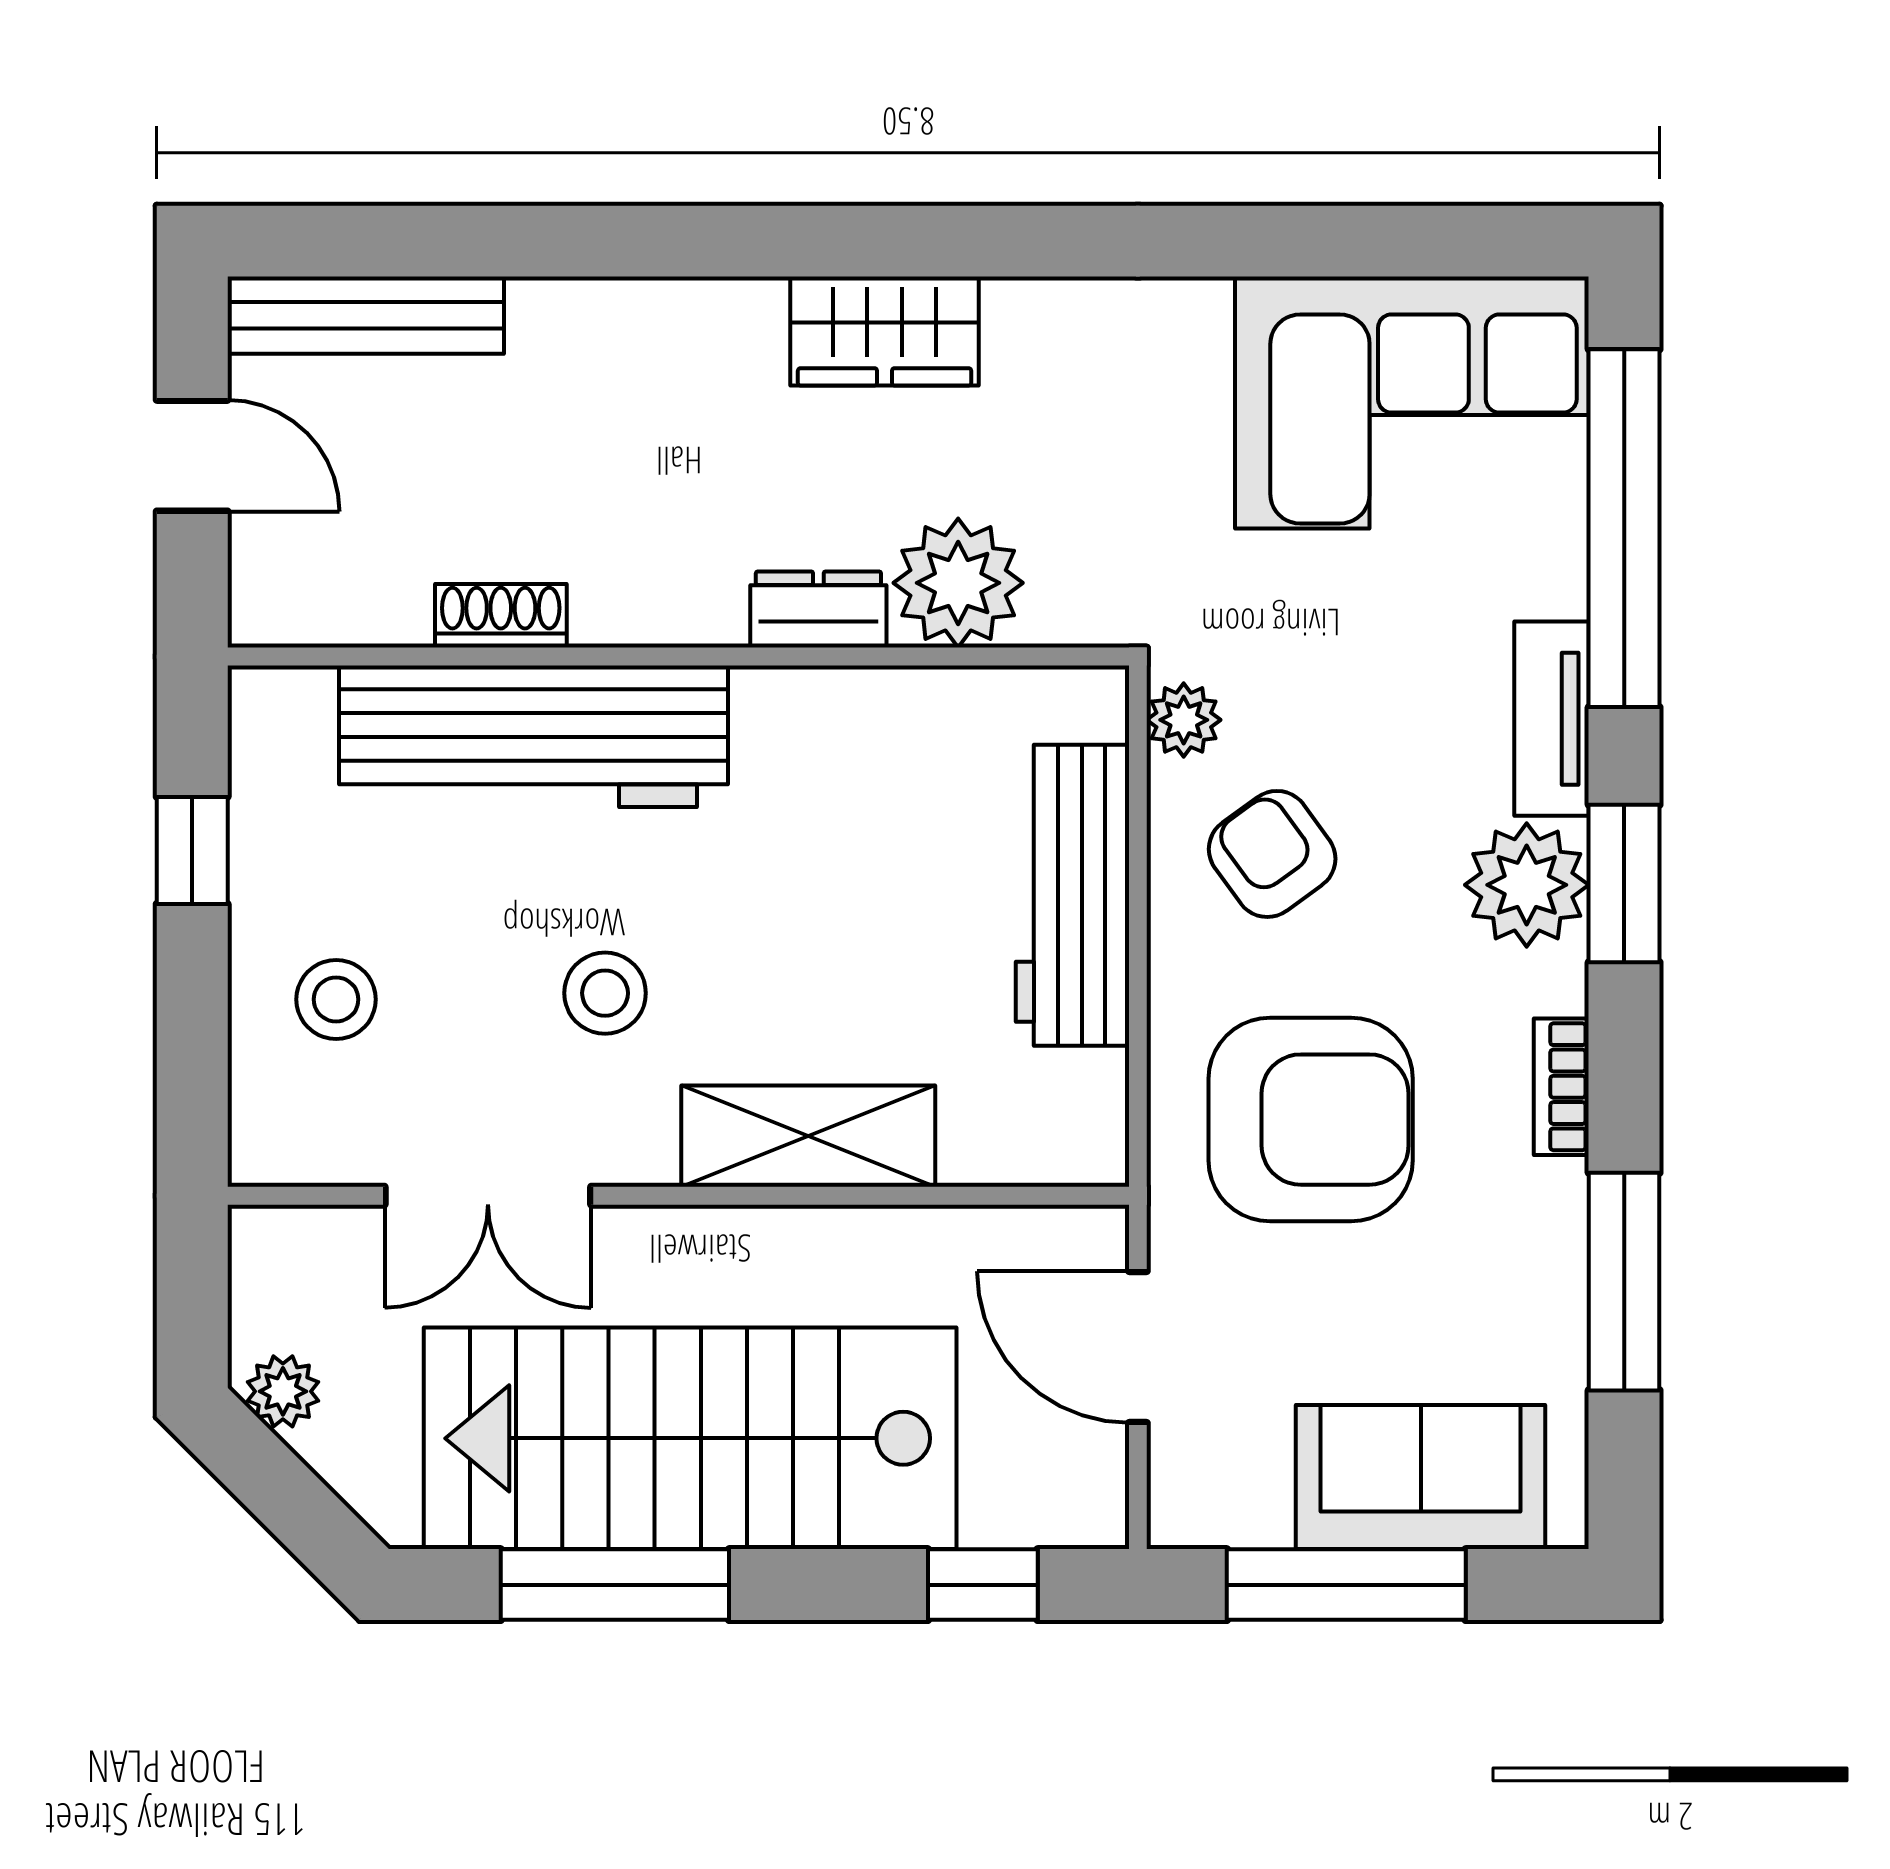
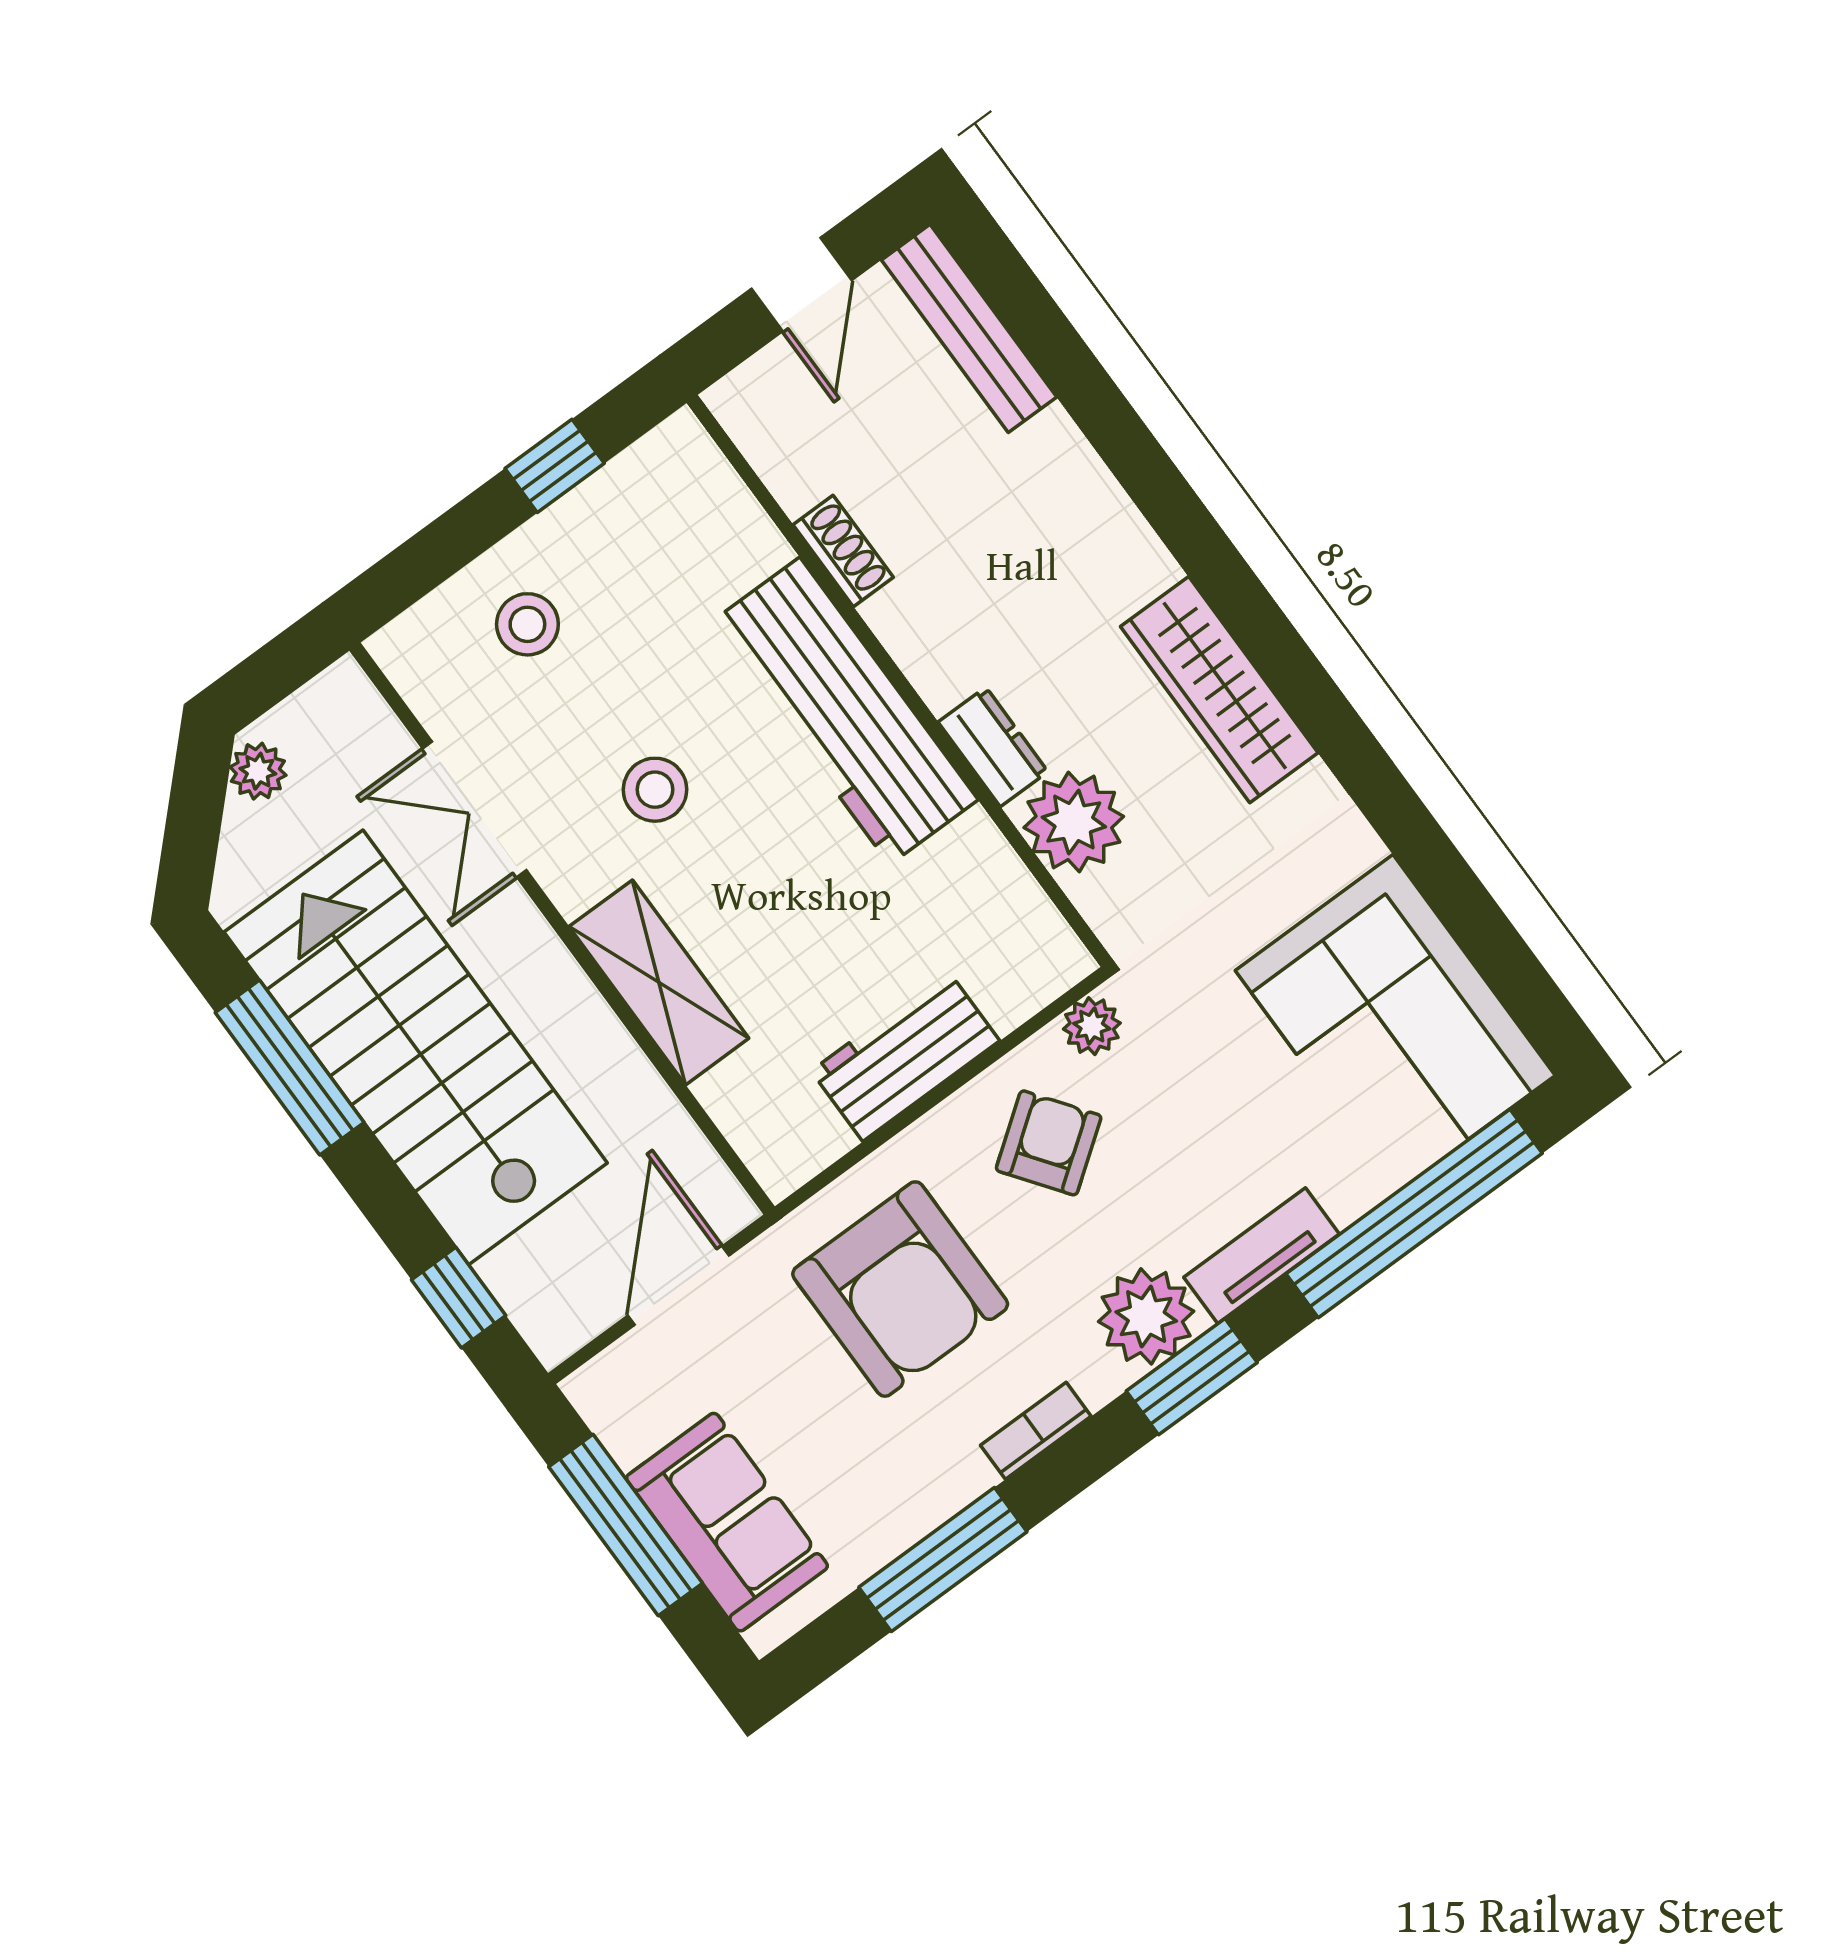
wardrobe: (885, 331) -> (1219, 690), width x1.50
workbench: (534, 736) -> (845, 711), moved
workbench: (1072, 895) -> (905, 1056), width x0.73

